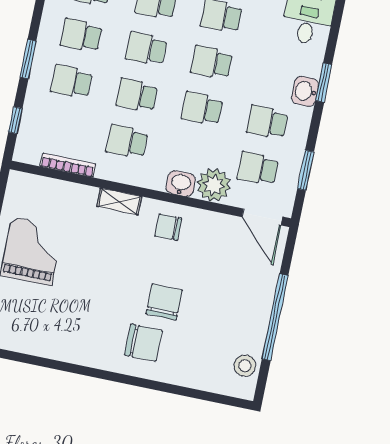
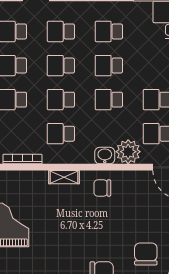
chair: (164, 302) -> (146, 254), moved

